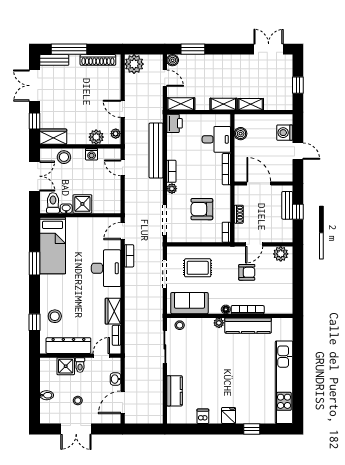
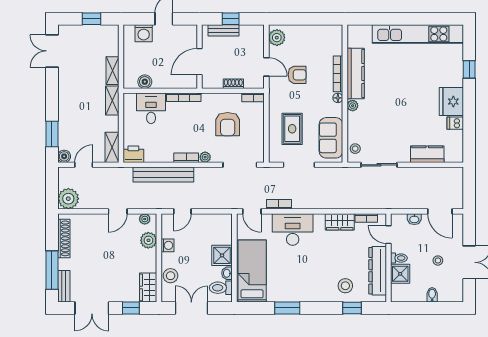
bed: (53, 246) -> (252, 271), moved, turned -90
armchair: (247, 272) -> (297, 75), turned 90
fridge: (229, 416) -> (451, 102), width x1.88, depth x1.34

